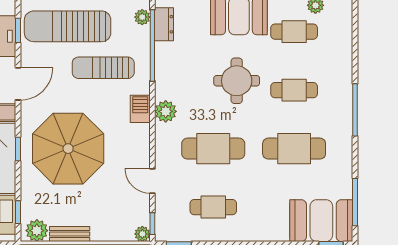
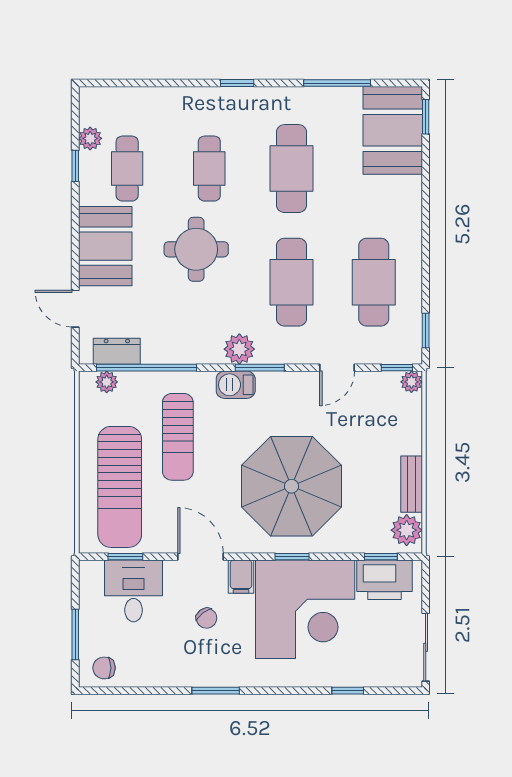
window: (355, 110) -> (237, 83), width x0.46
window: (152, 126) -> (260, 368), added
window: (355, 202) -> (337, 83), moved
cafe table: (213, 207) -> (374, 282), width x1.37, depth x1.35

